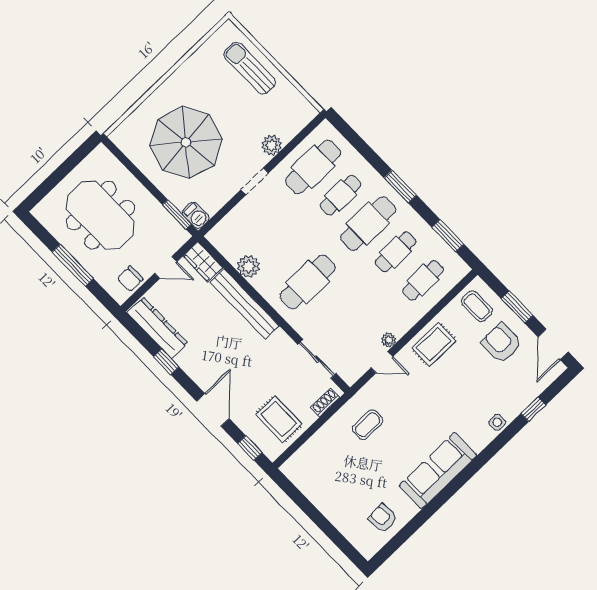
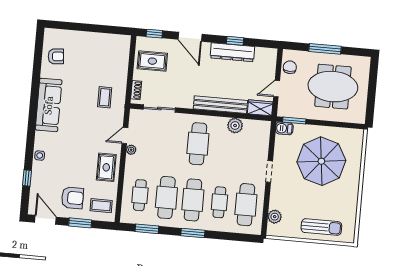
plant: (272, 145) -> (275, 217), moved
cafe table: (396, 252) -> (166, 198), width x1.37, depth x1.35
dresser: (157, 328) -> (232, 52), moved

